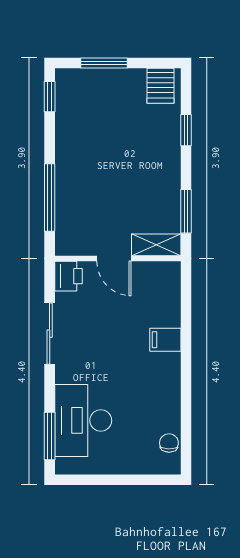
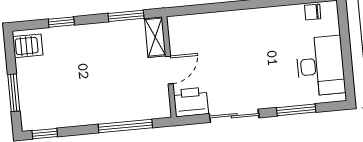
printer: (68, 276) -> (191, 102), width x1.36, depth x1.24
filing cabinet: (165, 340) -> (230, 23), removed
desk: (83, 420) -> (320, 66), moved, turned -90
window: (50, 436) -> (296, 110), moved

